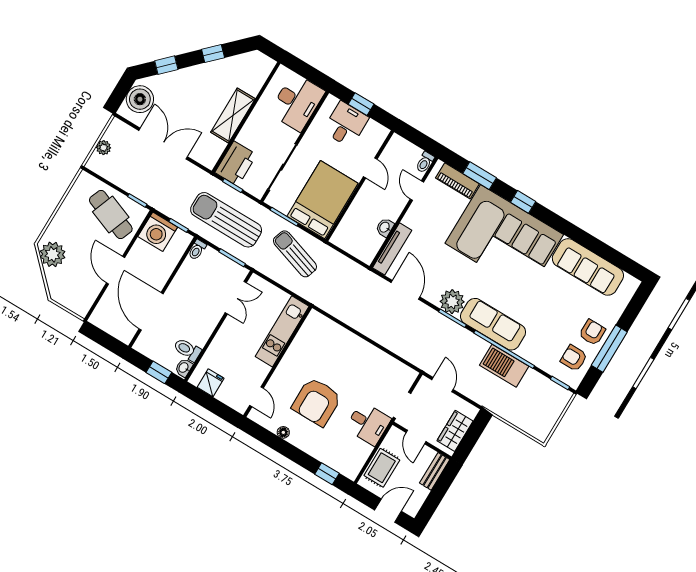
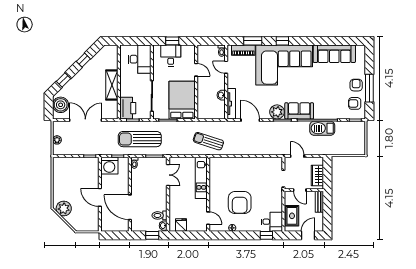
cafe table: (111, 215) -> (81, 171), removed
sun lounger: (295, 254) -> (208, 141), moved
sofa: (493, 324) -> (299, 111), width x0.73
desk: (368, 424) -> (272, 222), moved

